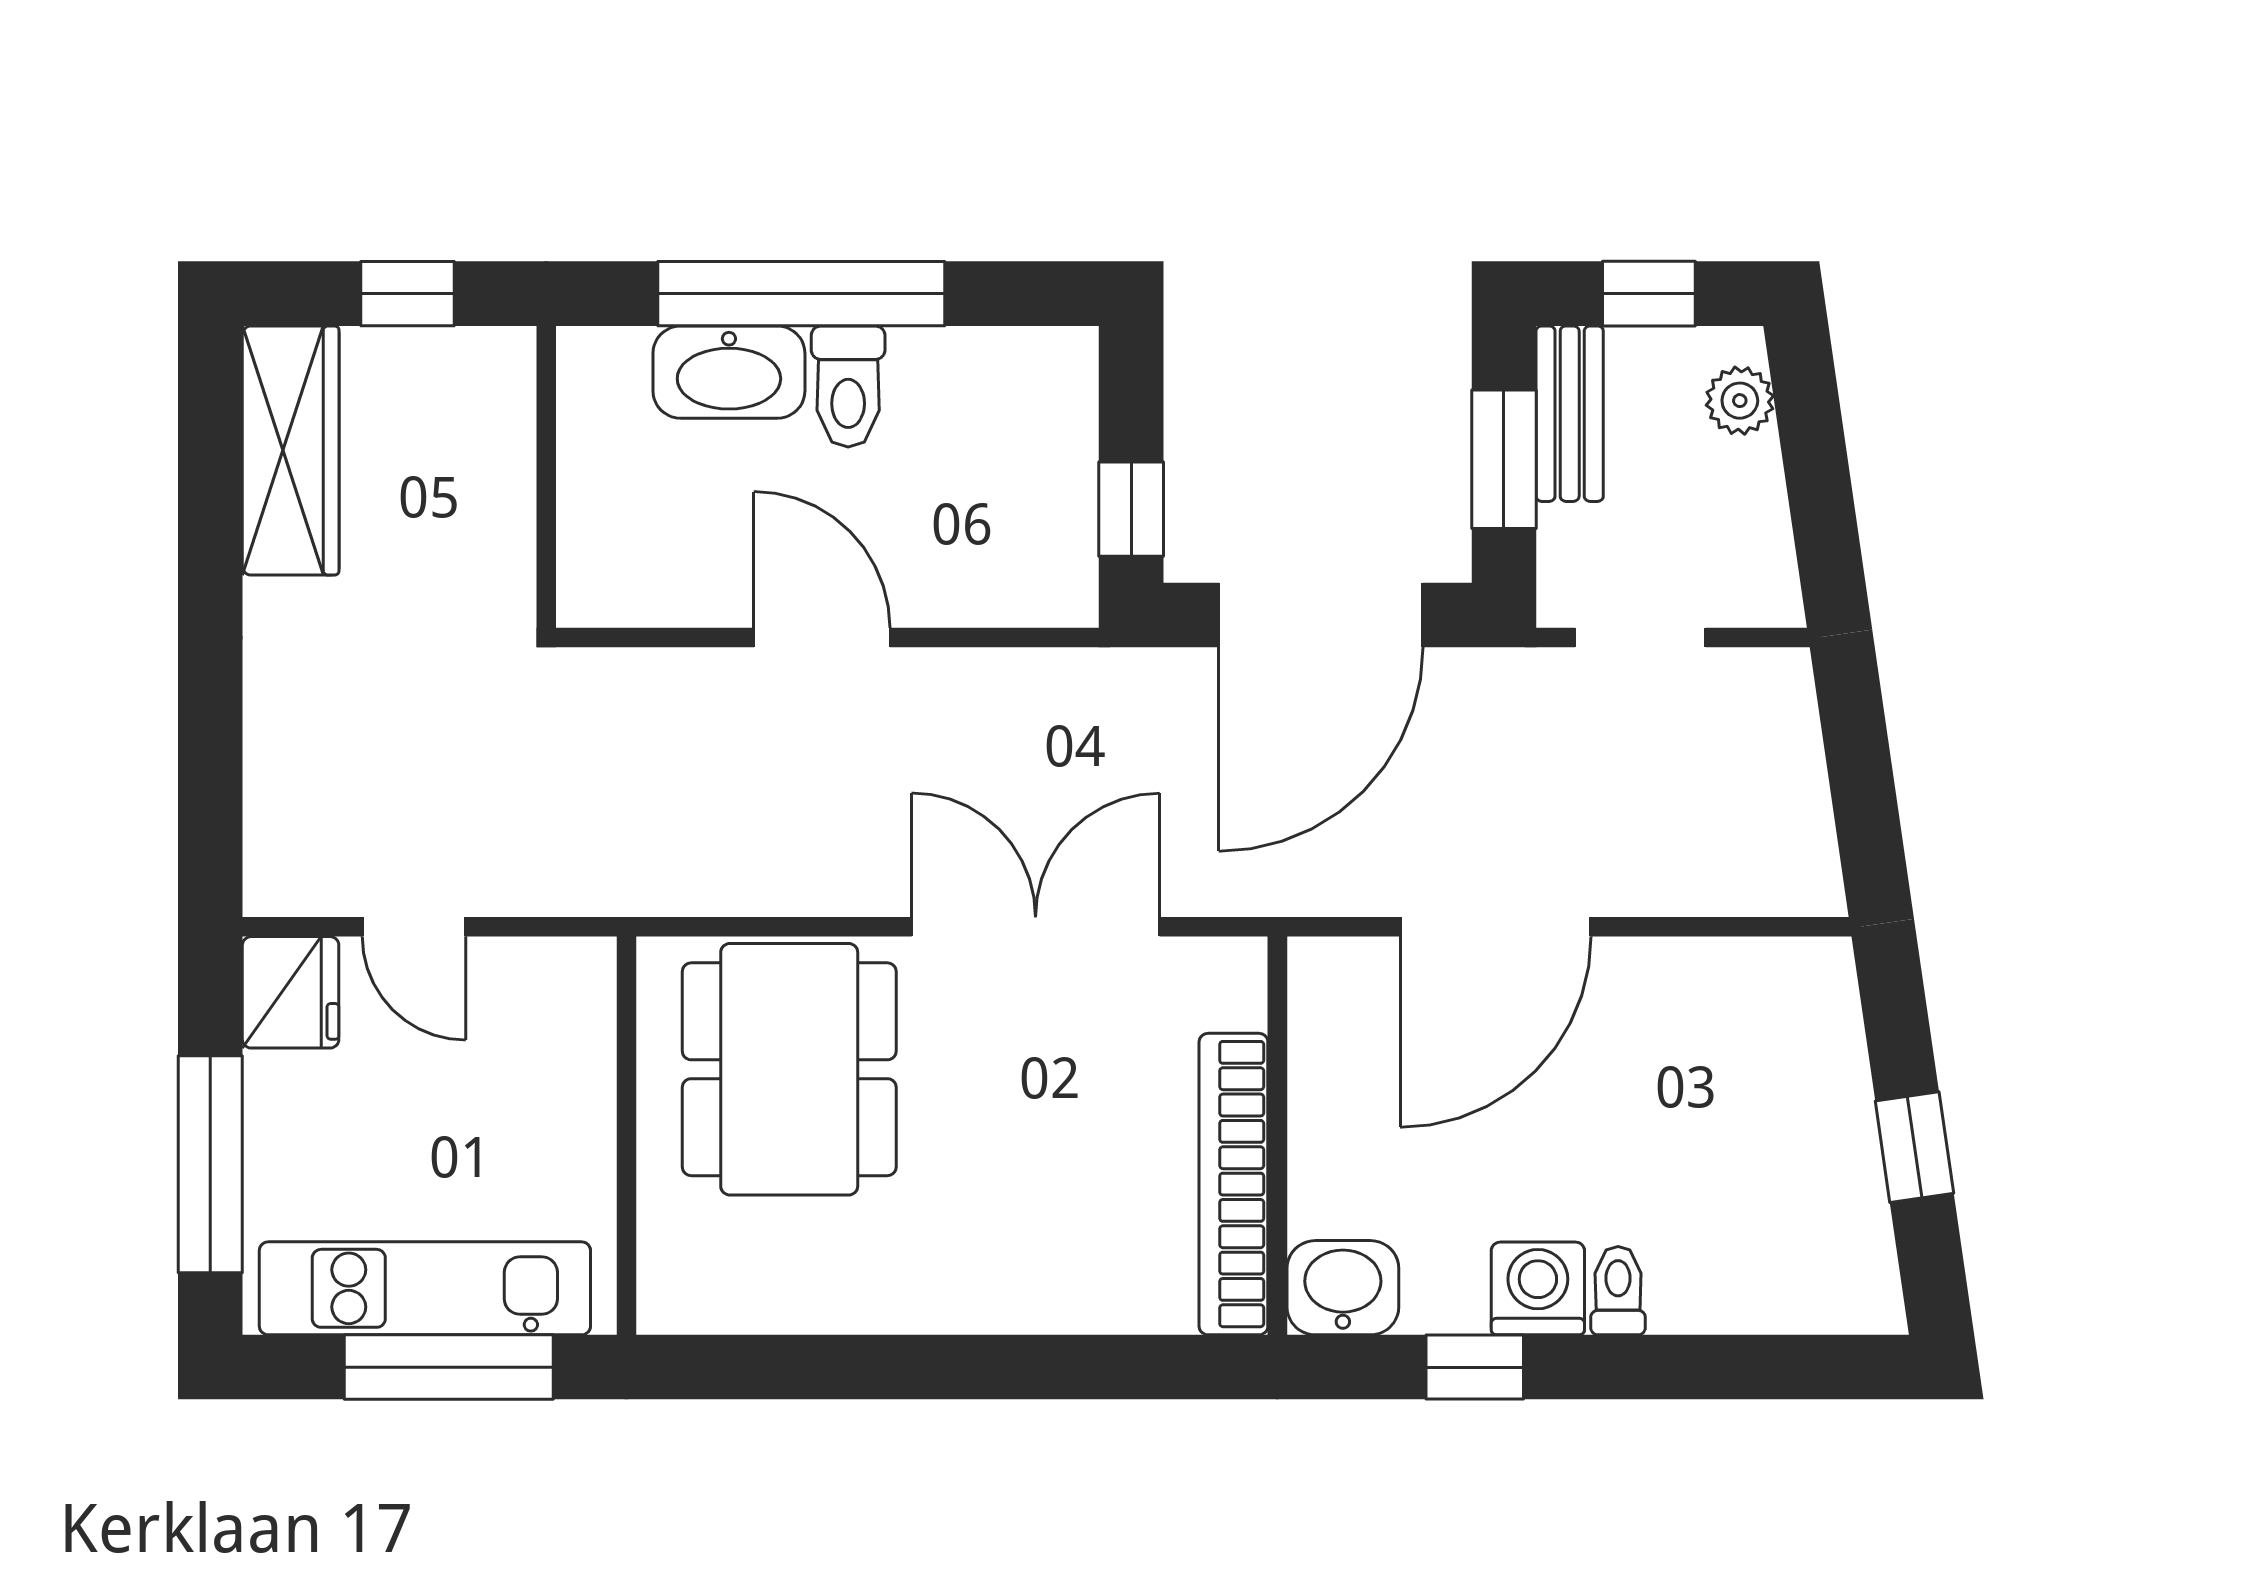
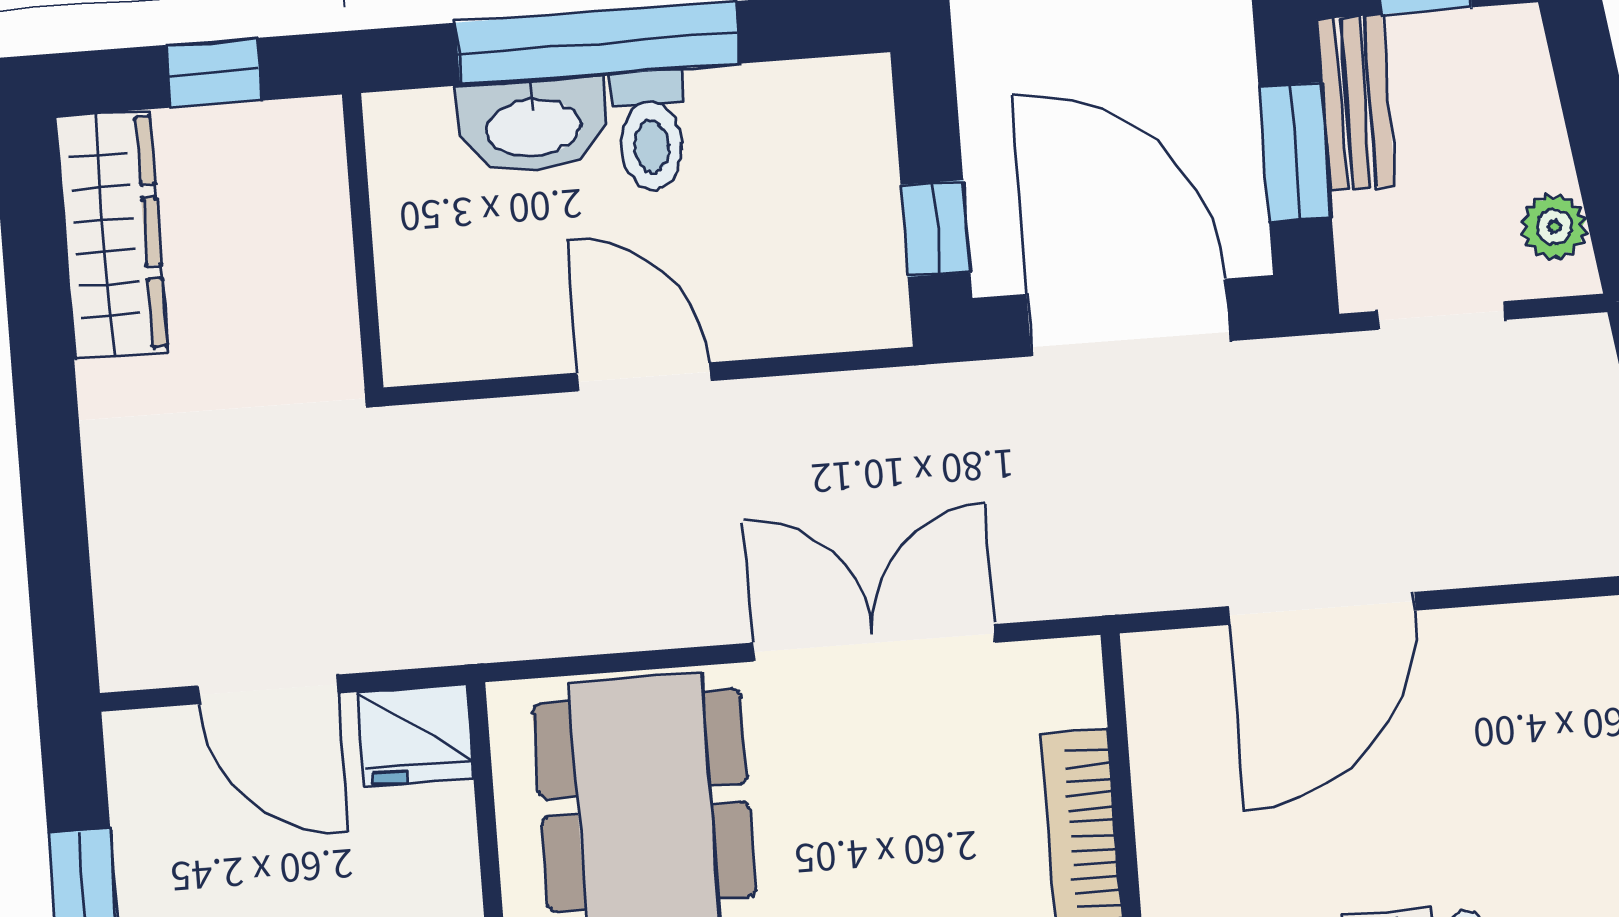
plant: (1740, 401) -> (1554, 227), moved
door: (1321, 615) -> (1128, 318), swing flipped
door: (414, 927) -> (268, 689), width x1.38
fridge: (291, 992) -> (415, 735), moved, turned 90

